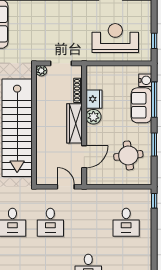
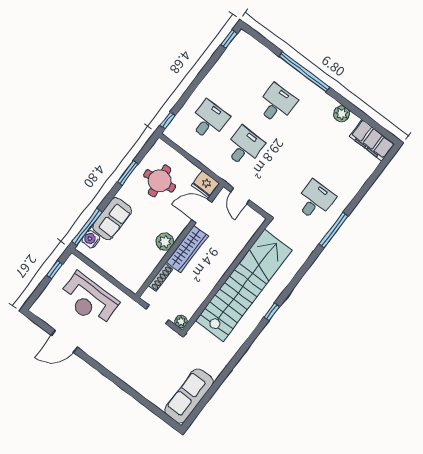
fridge: (94, 99) -> (206, 184), moved, turned -90
window: (154, 100) -> (87, 227), moved
desk: (50, 222) -> (244, 147), moved

